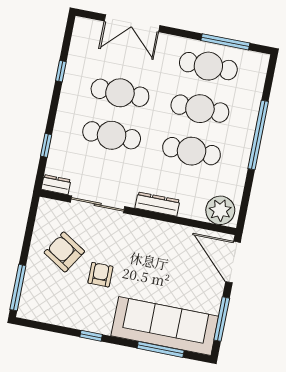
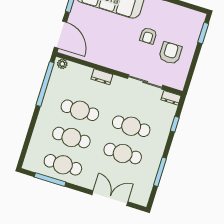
window: (61, 71) -> (160, 172), width x2.17
window: (258, 135) -> (45, 84), moved
dresser: (157, 204) -> (102, 77), width x0.70
plant: (220, 210) -> (62, 64), width x0.53, depth x0.53
armchair: (64, 252) -> (170, 53), turned -122
window: (18, 288) -> (203, 33), width x0.69

